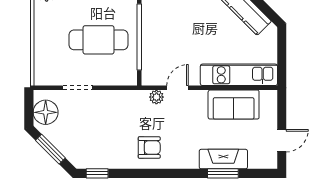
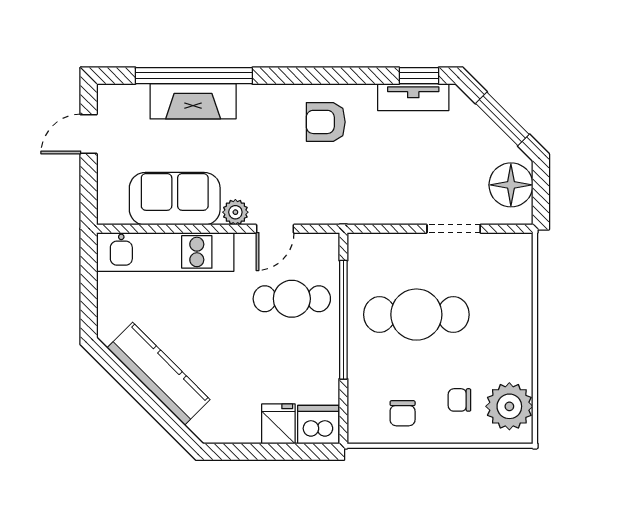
cafe table: (168, 49) -> (292, 299), added
plant: (156, 97) -> (235, 212), moved
tv unit: (100, 161) -> (413, 97), added
window: (223, 173) -> (194, 76), width x2.11

